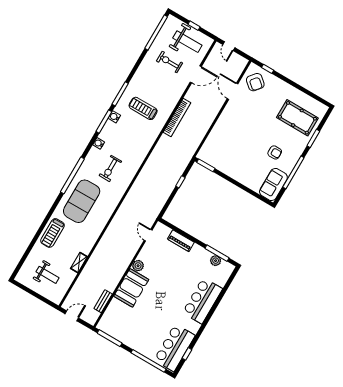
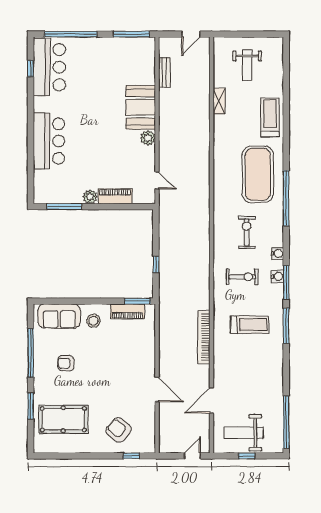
door: (229, 46) -> (192, 456), hinge flipped
exercise bike: (170, 62) -> (242, 277), moved
armchair: (255, 82) -> (119, 430), moved
door: (233, 91) -> (157, 389), moved
water cooler: (114, 117) -> (277, 276), moved
piano: (216, 163) -> (127, 311), added
stool: (241, 169) -> (93, 321), added
sofa: (273, 185) -> (59, 316), moved, turned 90
plant: (216, 261) -> (90, 197), moved
weight bench: (48, 275) -> (247, 65), turned -90

